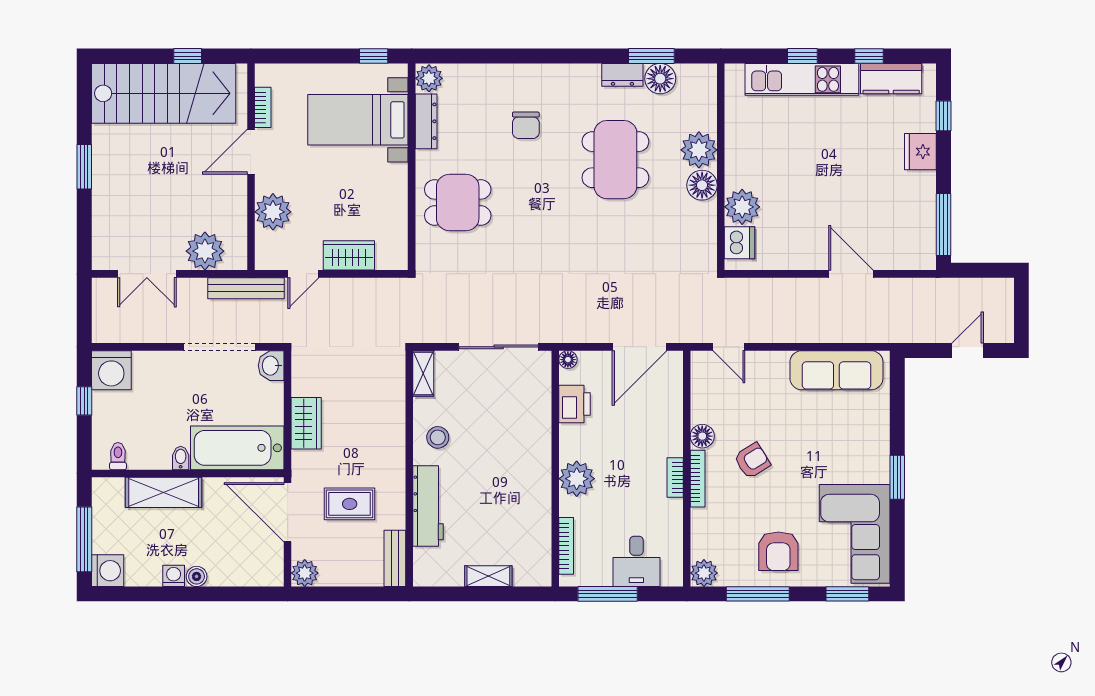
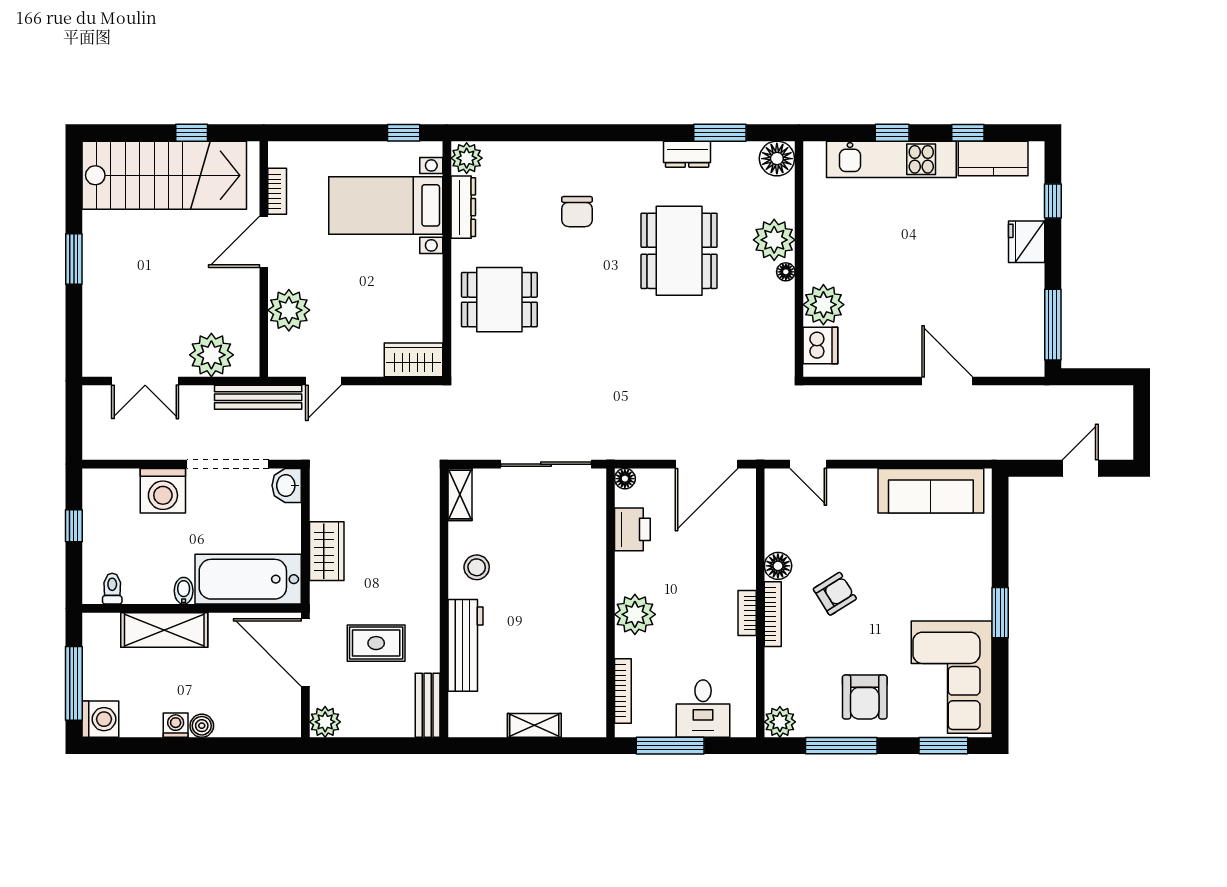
floor lamp: (660, 79) -> (777, 159), moved
floor lamp: (702, 185) -> (786, 272), width x0.53, depth x0.53
wardrobe: (349, 255) -> (414, 360), moved
washing machine: (111, 370) -> (163, 491), moved

